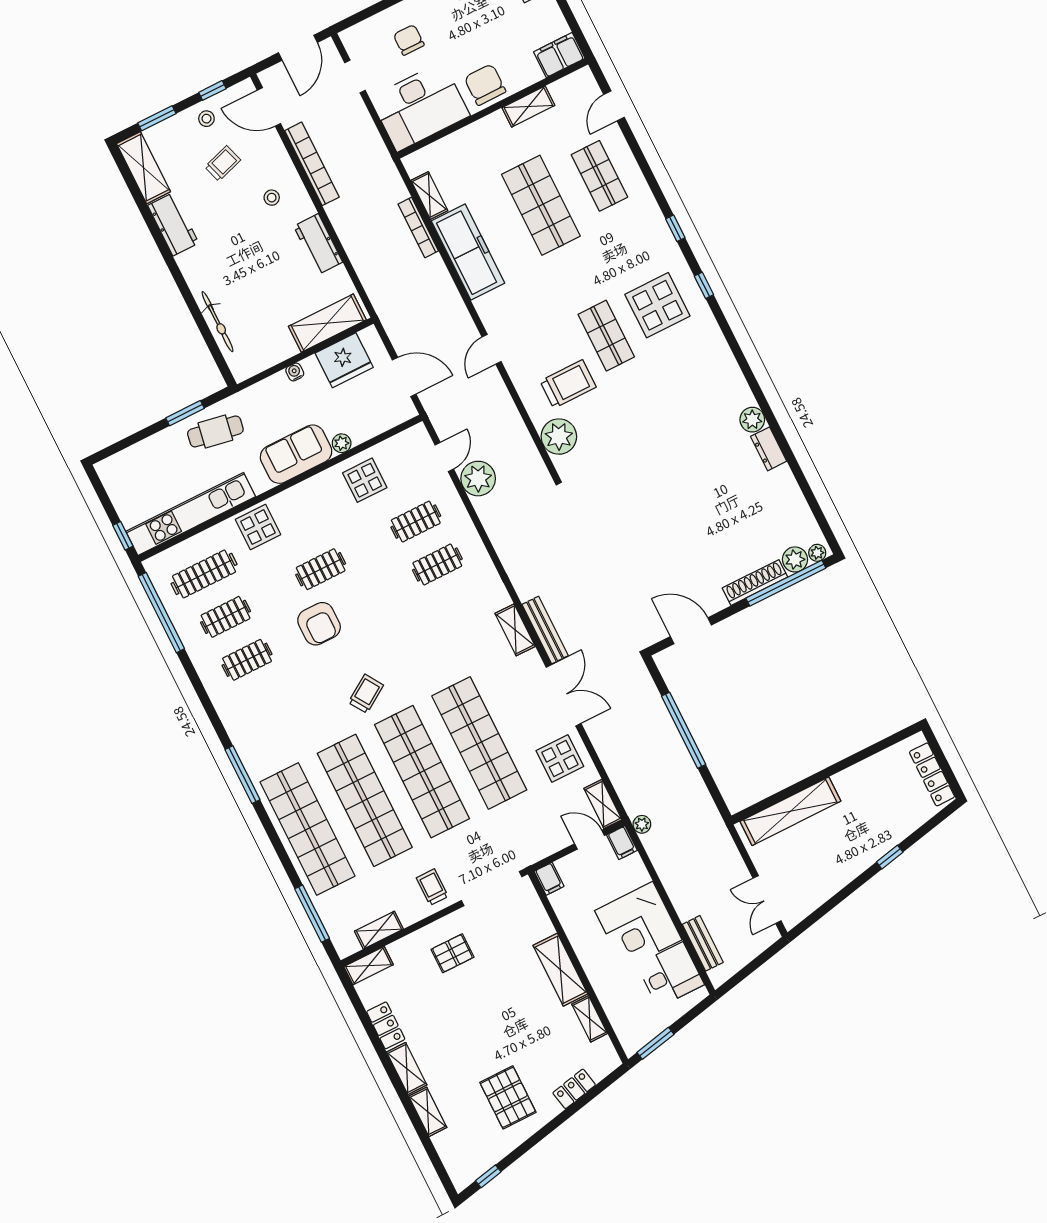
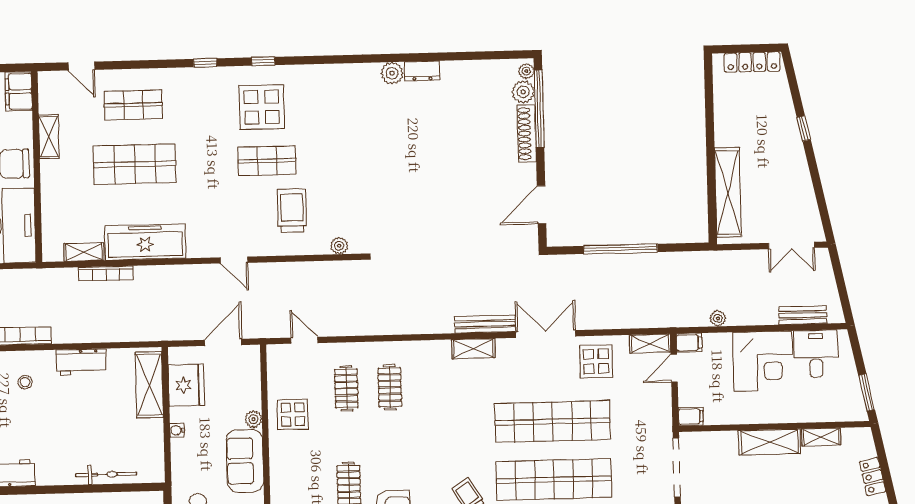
plant: (559, 437) -> (339, 246), width x0.53, depth x0.53
plant: (478, 479) -> (335, 321), removed
plant: (642, 824) -> (718, 318), moved

